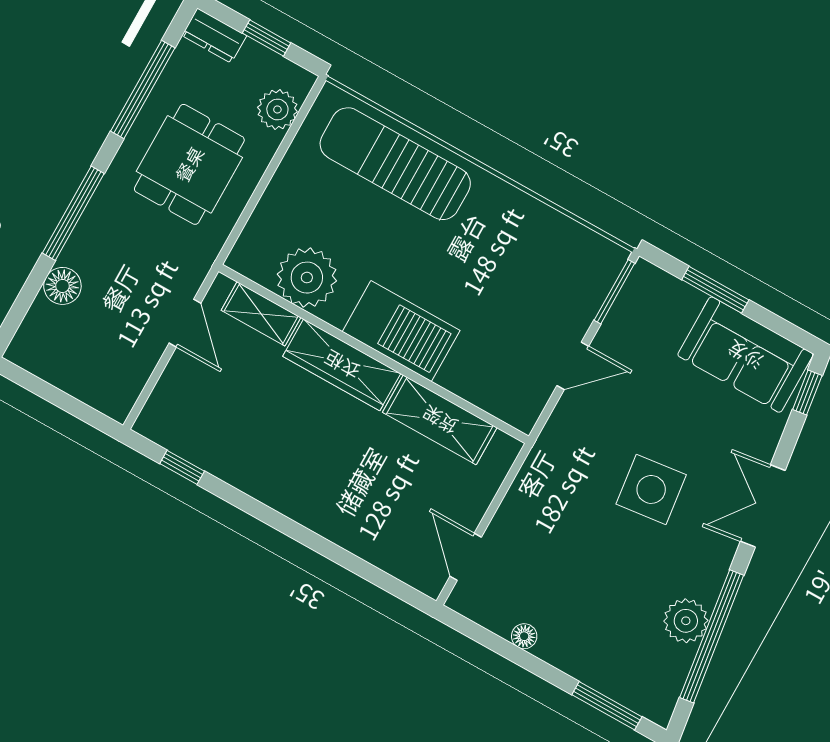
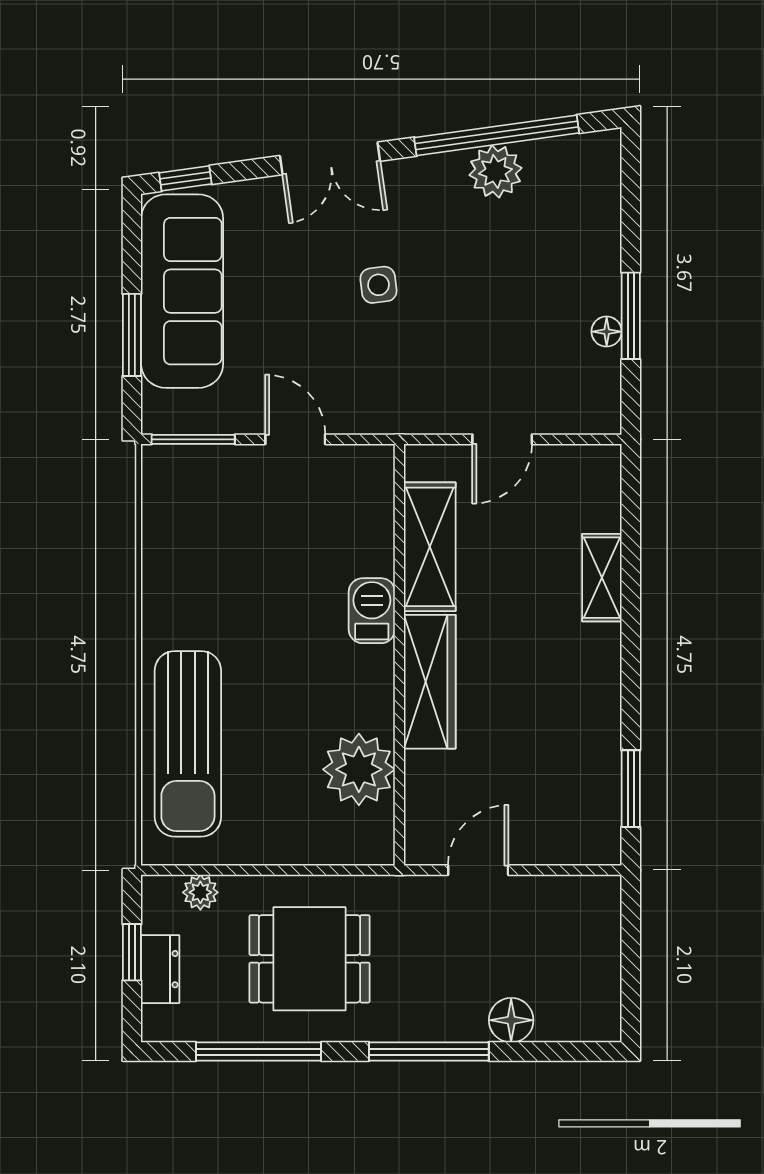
dresser: (214, 36) -> (160, 969), moved
plant: (277, 109) -> (200, 892), width x0.73, depth x0.73
shelving: (261, 314) -> (602, 578), moved
barbecue: (401, 331) -> (372, 611), width x0.53, depth x0.65
sofa: (745, 355) -> (182, 291), width x1.36
window: (182, 467) -> (631, 789), width x1.50
side table: (651, 489) -> (378, 285), width x0.54, depth x0.54
door: (466, 557) -> (502, 439), moved
window: (607, 706) -> (631, 316), moved

